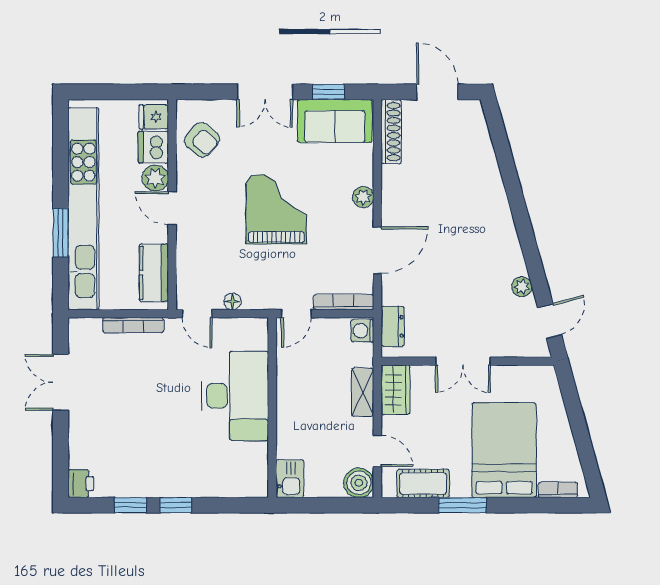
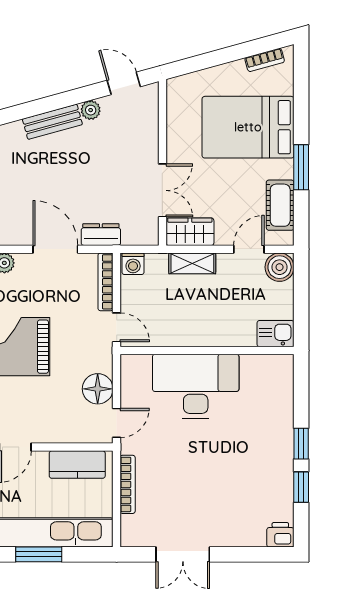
bench: (510, 247) -> (52, 122), added
floor lamp: (232, 301) -> (98, 389), width x1.89, depth x1.89
dresser: (393, 326) -> (101, 235), moved
double door: (463, 361) -> (162, 190), moved
bookcase: (558, 490) -> (265, 60), moved, turned -105

